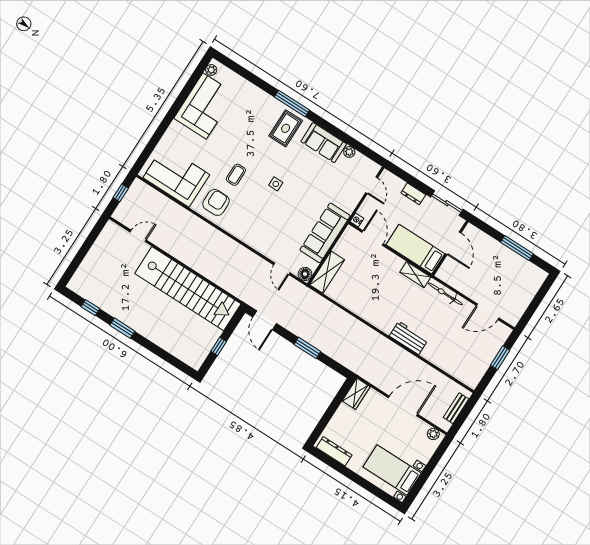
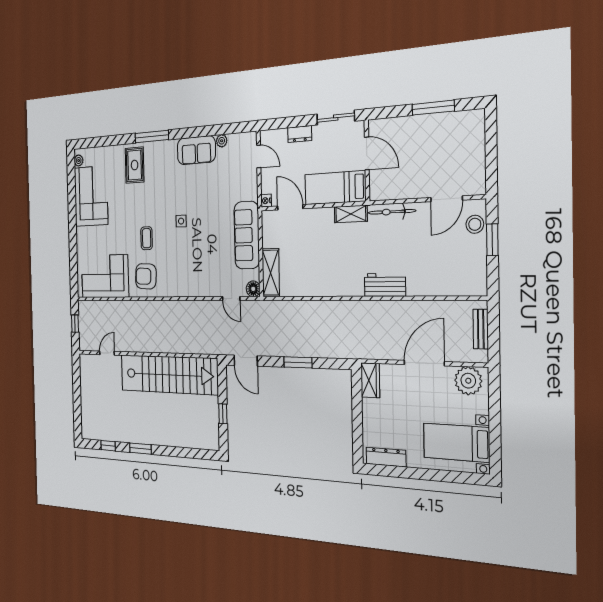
rug: (286, 128) -> (135, 165), moved
armchair: (216, 202) -> (146, 276), turned -87
stool: (495, 341) -> (475, 224), added
plant: (433, 434) -> (468, 381), width x1.88, depth x1.88

